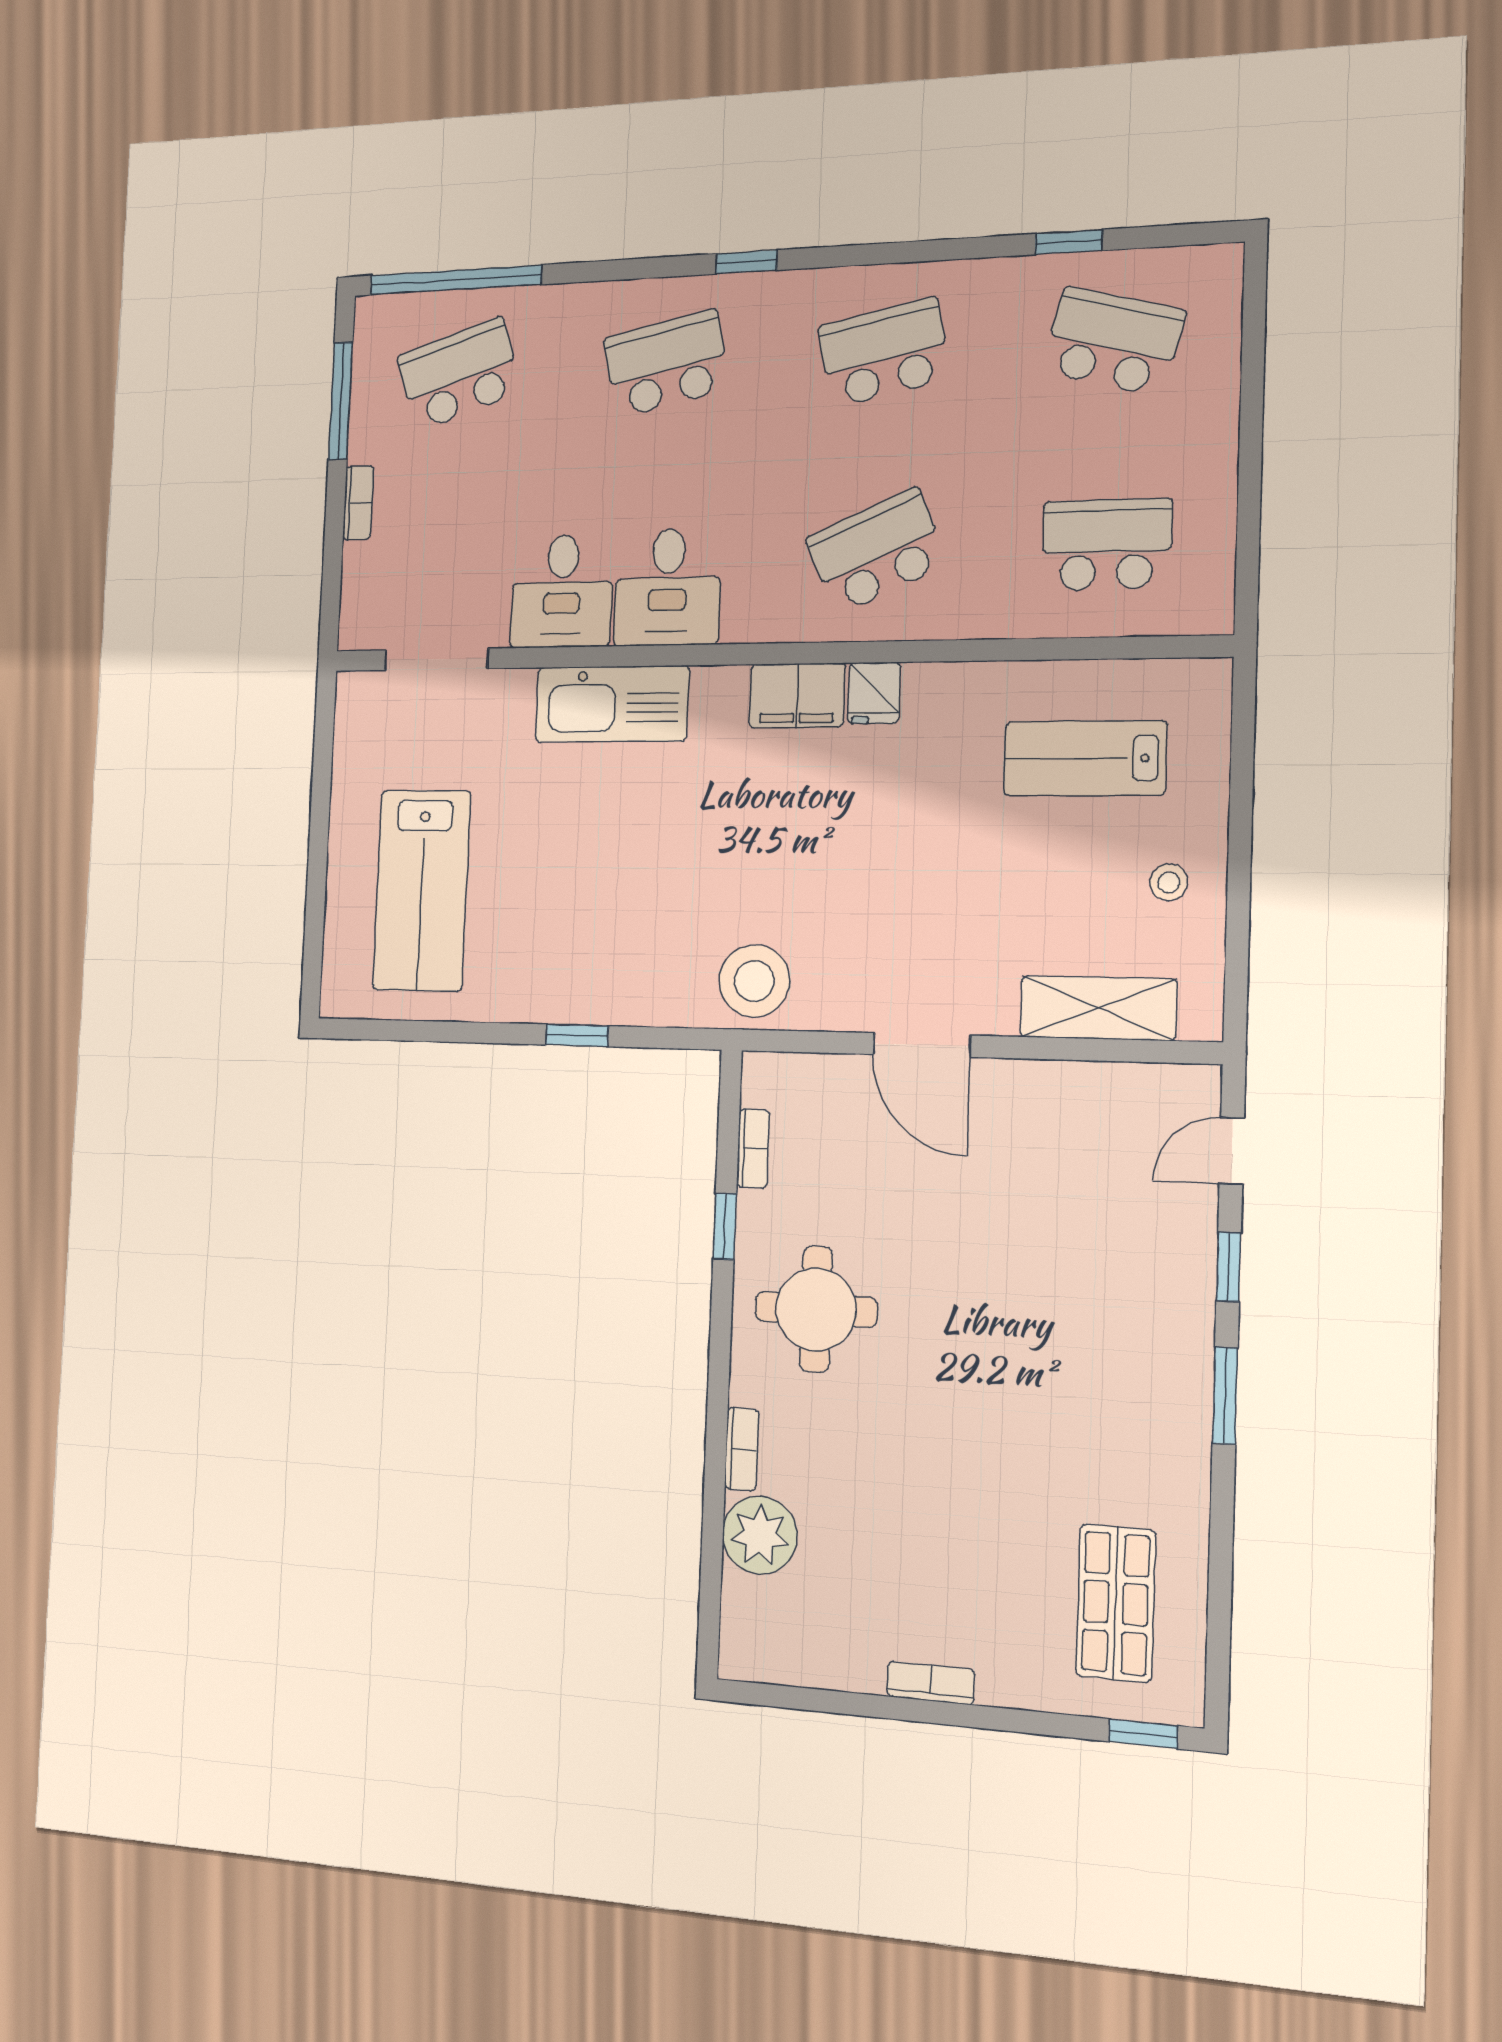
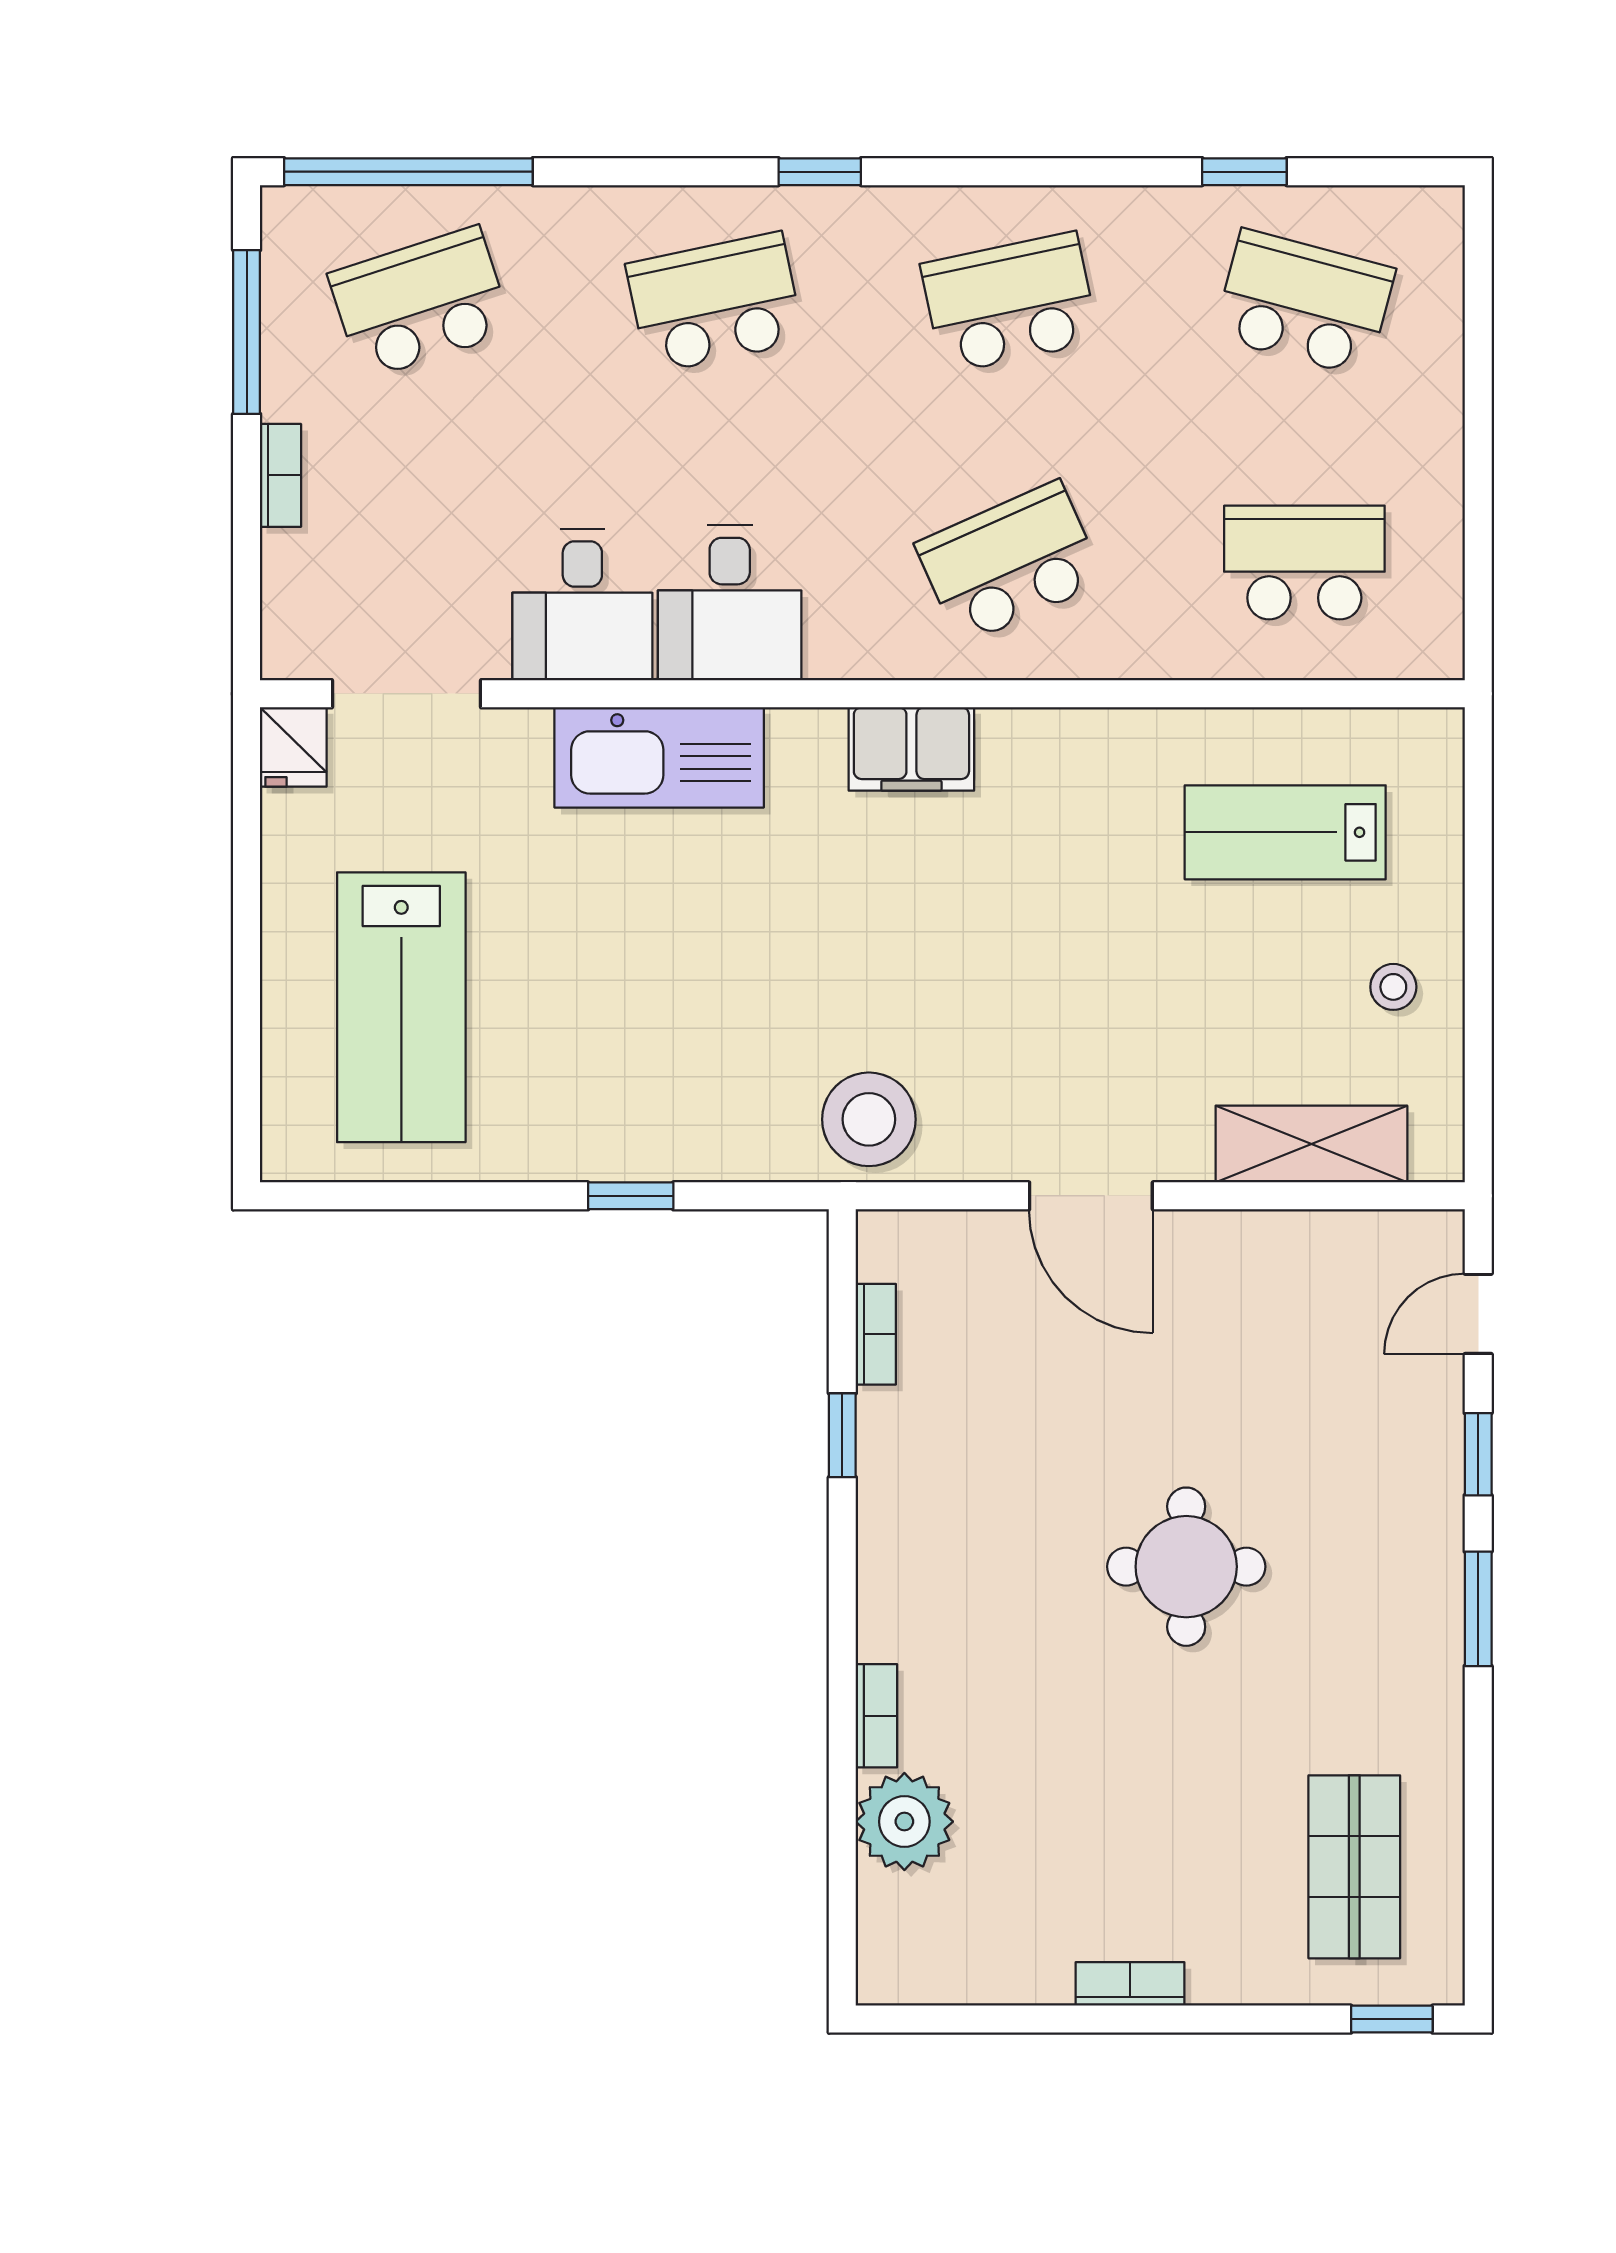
fridge: (874, 693) -> (293, 747), moved
round table: (816, 1309) -> (1186, 1567), moved

